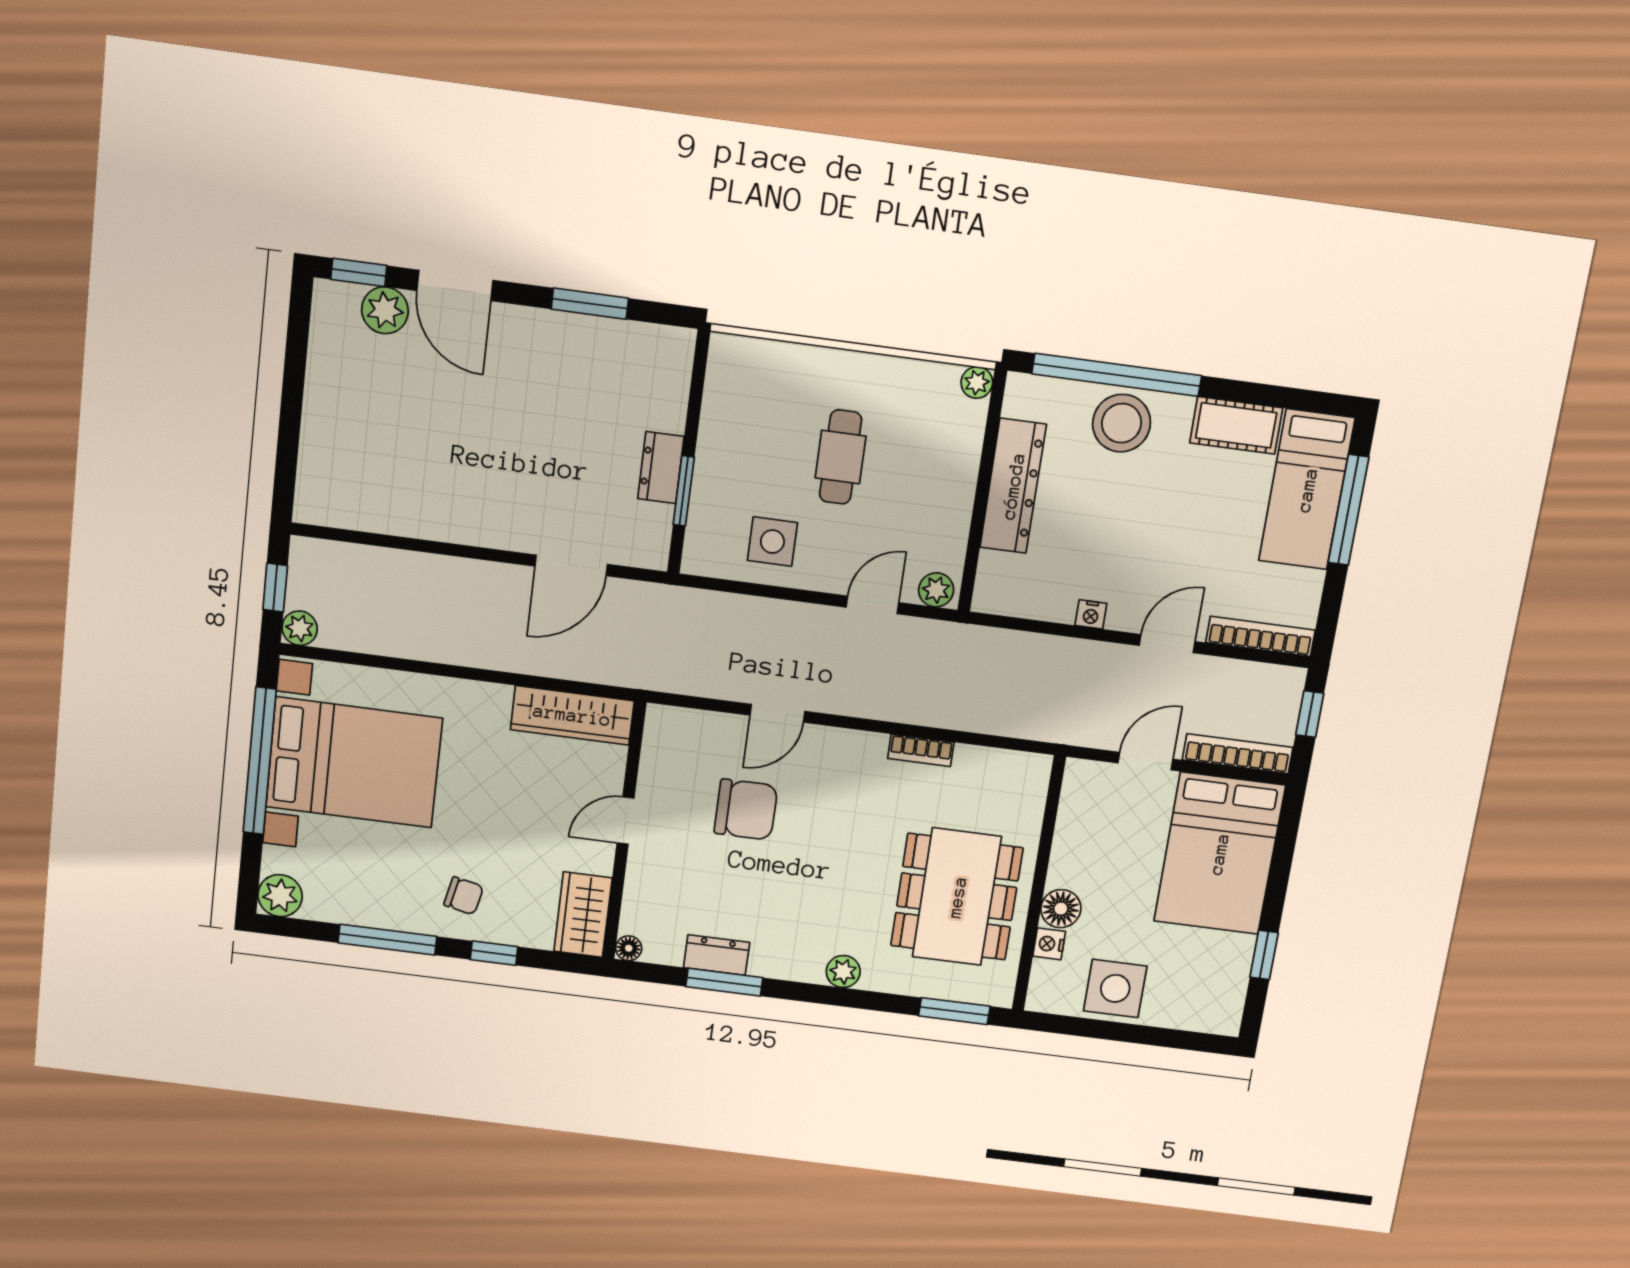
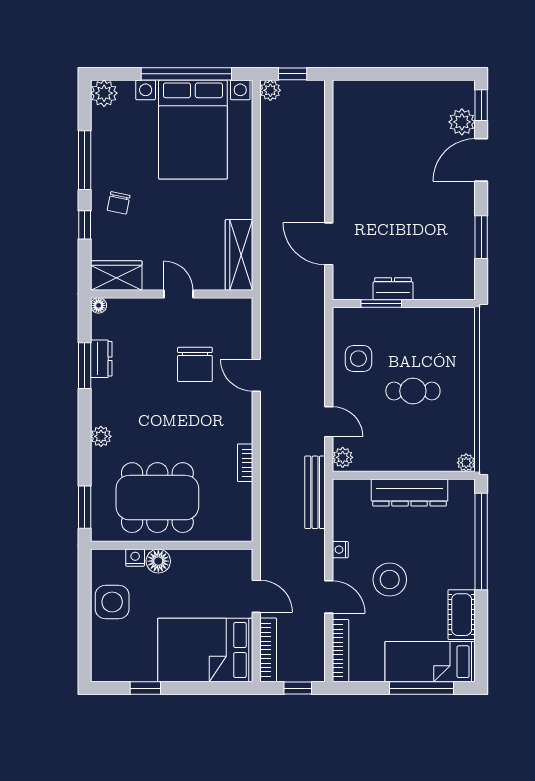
stool: (1122, 423) -> (390, 580), moved
bench: (988, 643) -> (315, 492), added

